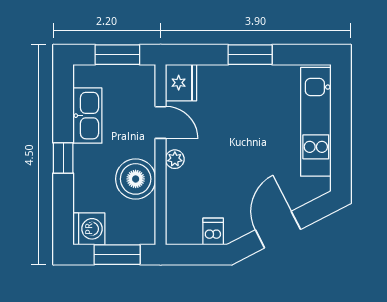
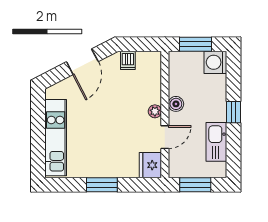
door: (161, 122) -> (165, 137), swing flipped
boiler: (136, 179) -> (176, 104), width x0.54, depth x0.54

